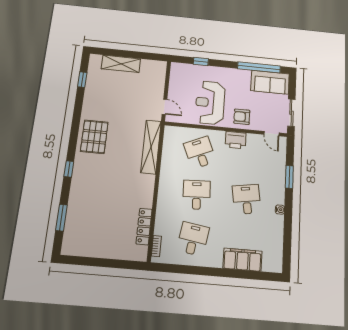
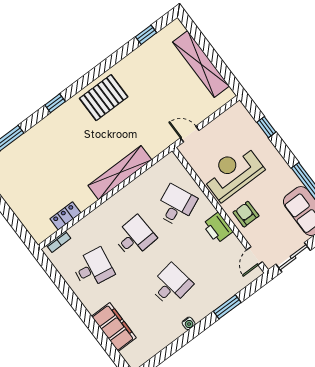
shelving: (121, 64) -> (201, 64), width x1.47
door: (164, 107) -> (190, 134), swing flipped
shelving: (151, 147) -> (120, 173), moved
locker: (144, 226) -> (65, 216), width x0.66

